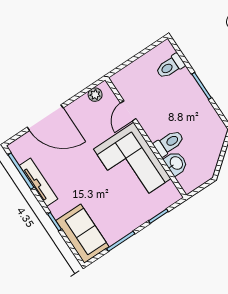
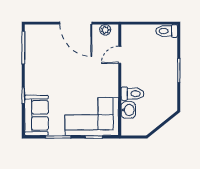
toilet: (170, 66) -> (167, 31), moved
door: (45, 118) -> (76, 23), moved
corner sofa: (132, 164) -> (92, 117), moved, turned 90
tv unit: (38, 182) -> (30, 63), removed

